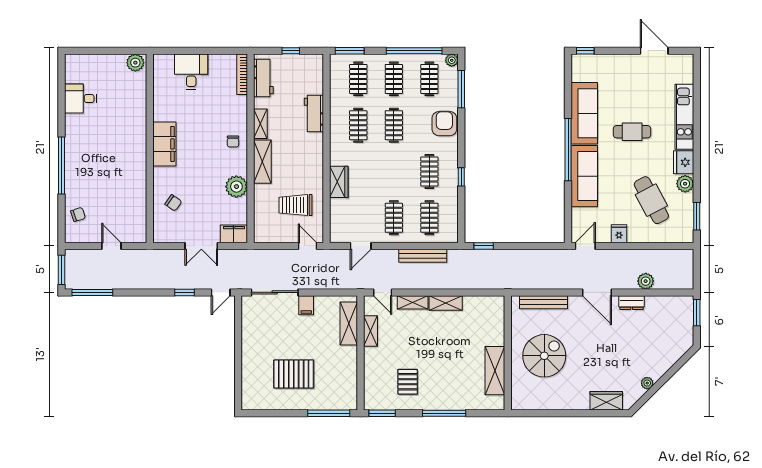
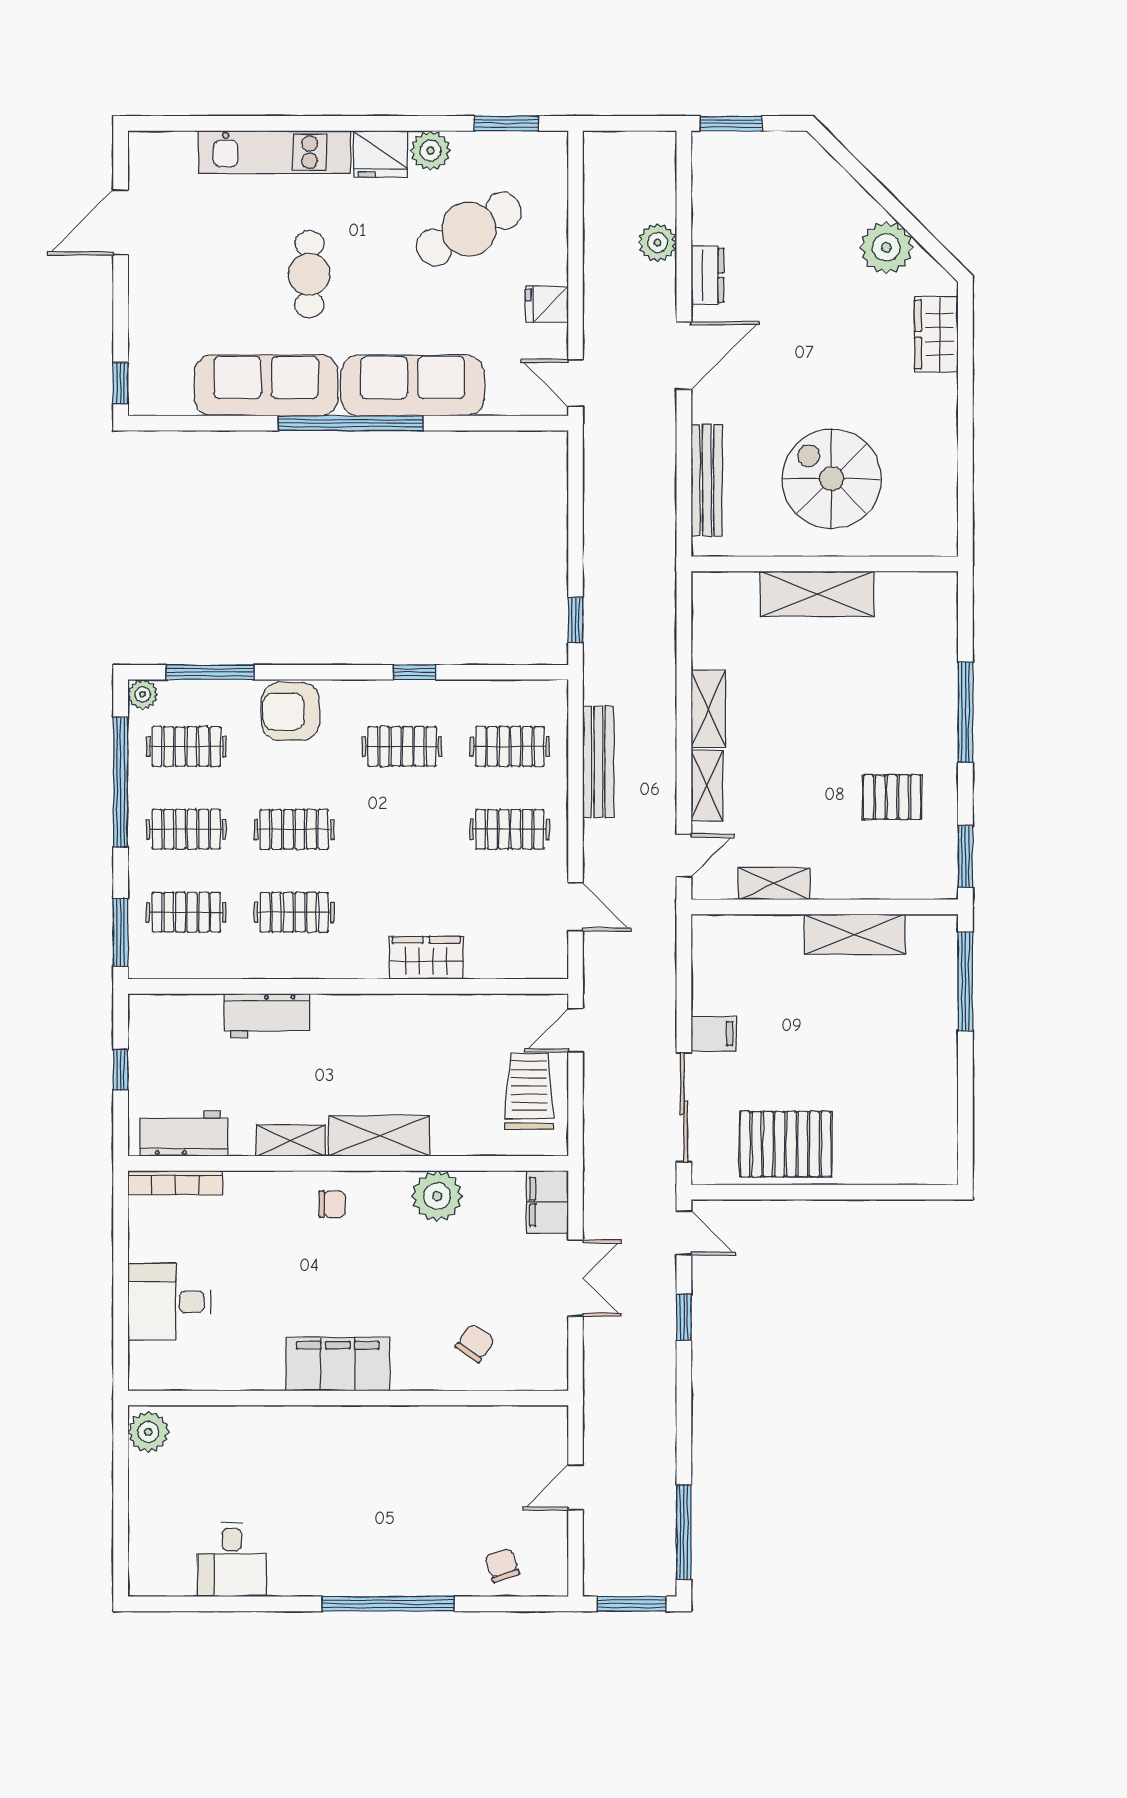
trolley: (296, 205) -> (529, 1091), moved, turned 180
shelving: (349, 323) -> (855, 934), moved
shelving: (495, 371) -> (817, 594), moved
pallet: (294, 374) -> (785, 1144), moved, turned 90
plant: (647, 383) -> (886, 247), width x1.87, depth x1.87

